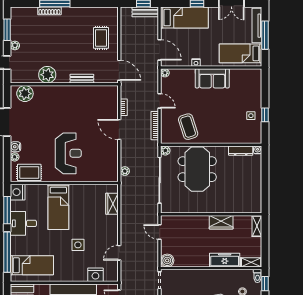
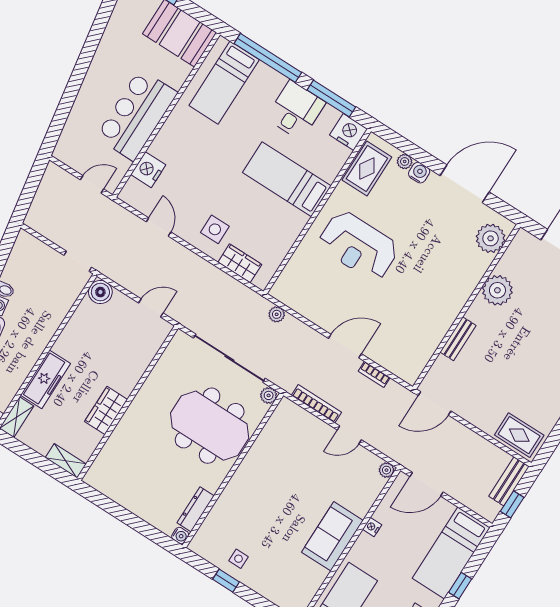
bench: (145, 12) -> (509, 481), moved
rug: (101, 38) -> (519, 435), moved
coffee table: (188, 127) -> (283, 453), removed
side table: (78, 245) -> (215, 229), moved

